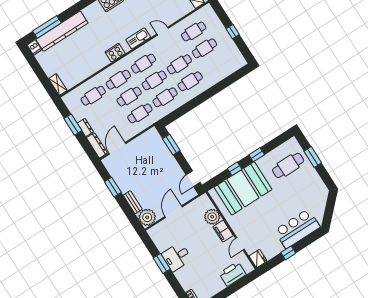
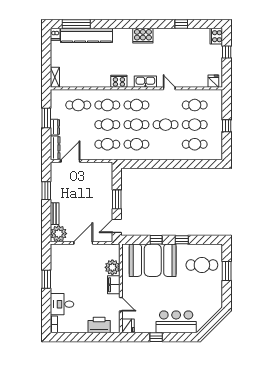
cafe table: (190, 81) -> (195, 144), moved
window: (171, 145) -> (117, 199), moved
door: (240, 244) -> (121, 304), swing flipped
desk: (177, 257) -> (62, 304), moved

